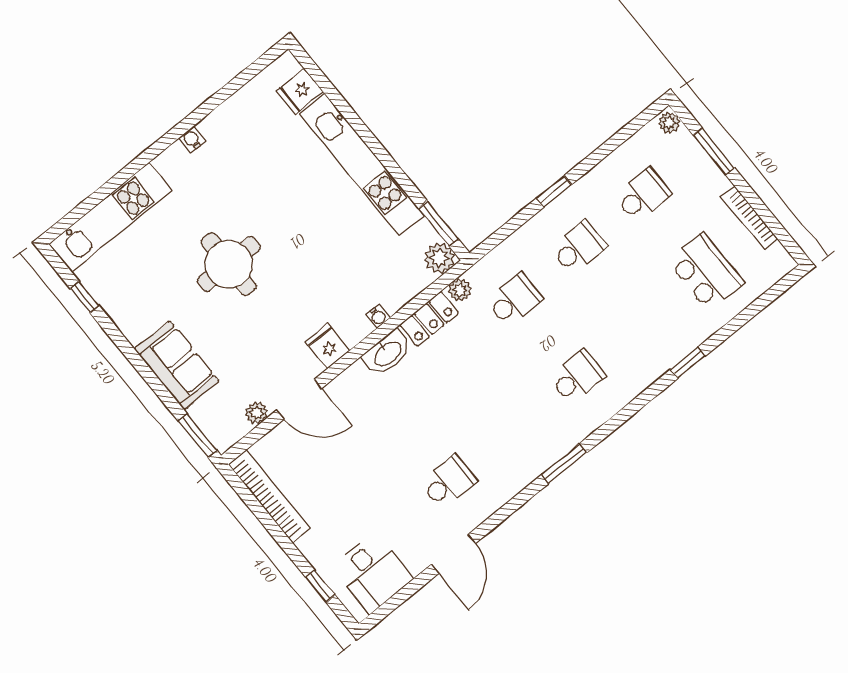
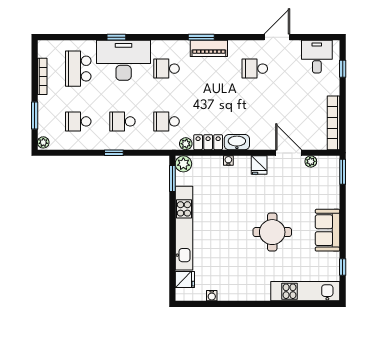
water cooler: (192, 140) -> (212, 296), moved
desk: (650, 338) -> (124, 60), added
sofa: (177, 365) -> (328, 230), moved
piano: (539, 457) -> (209, 48), added

